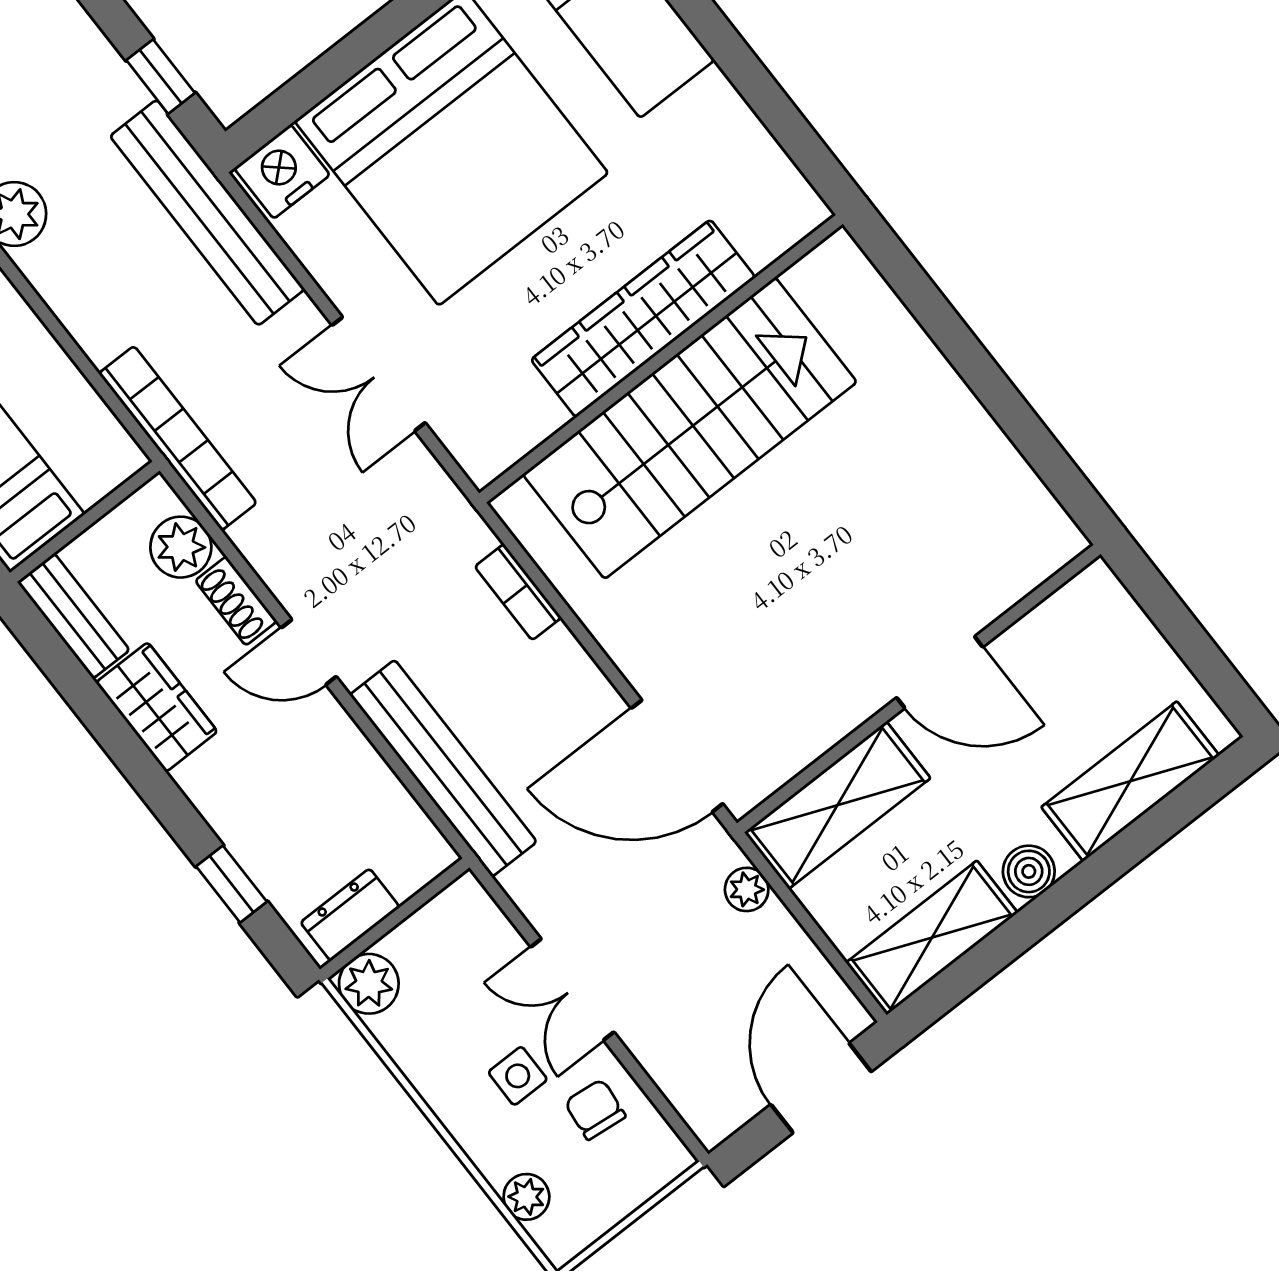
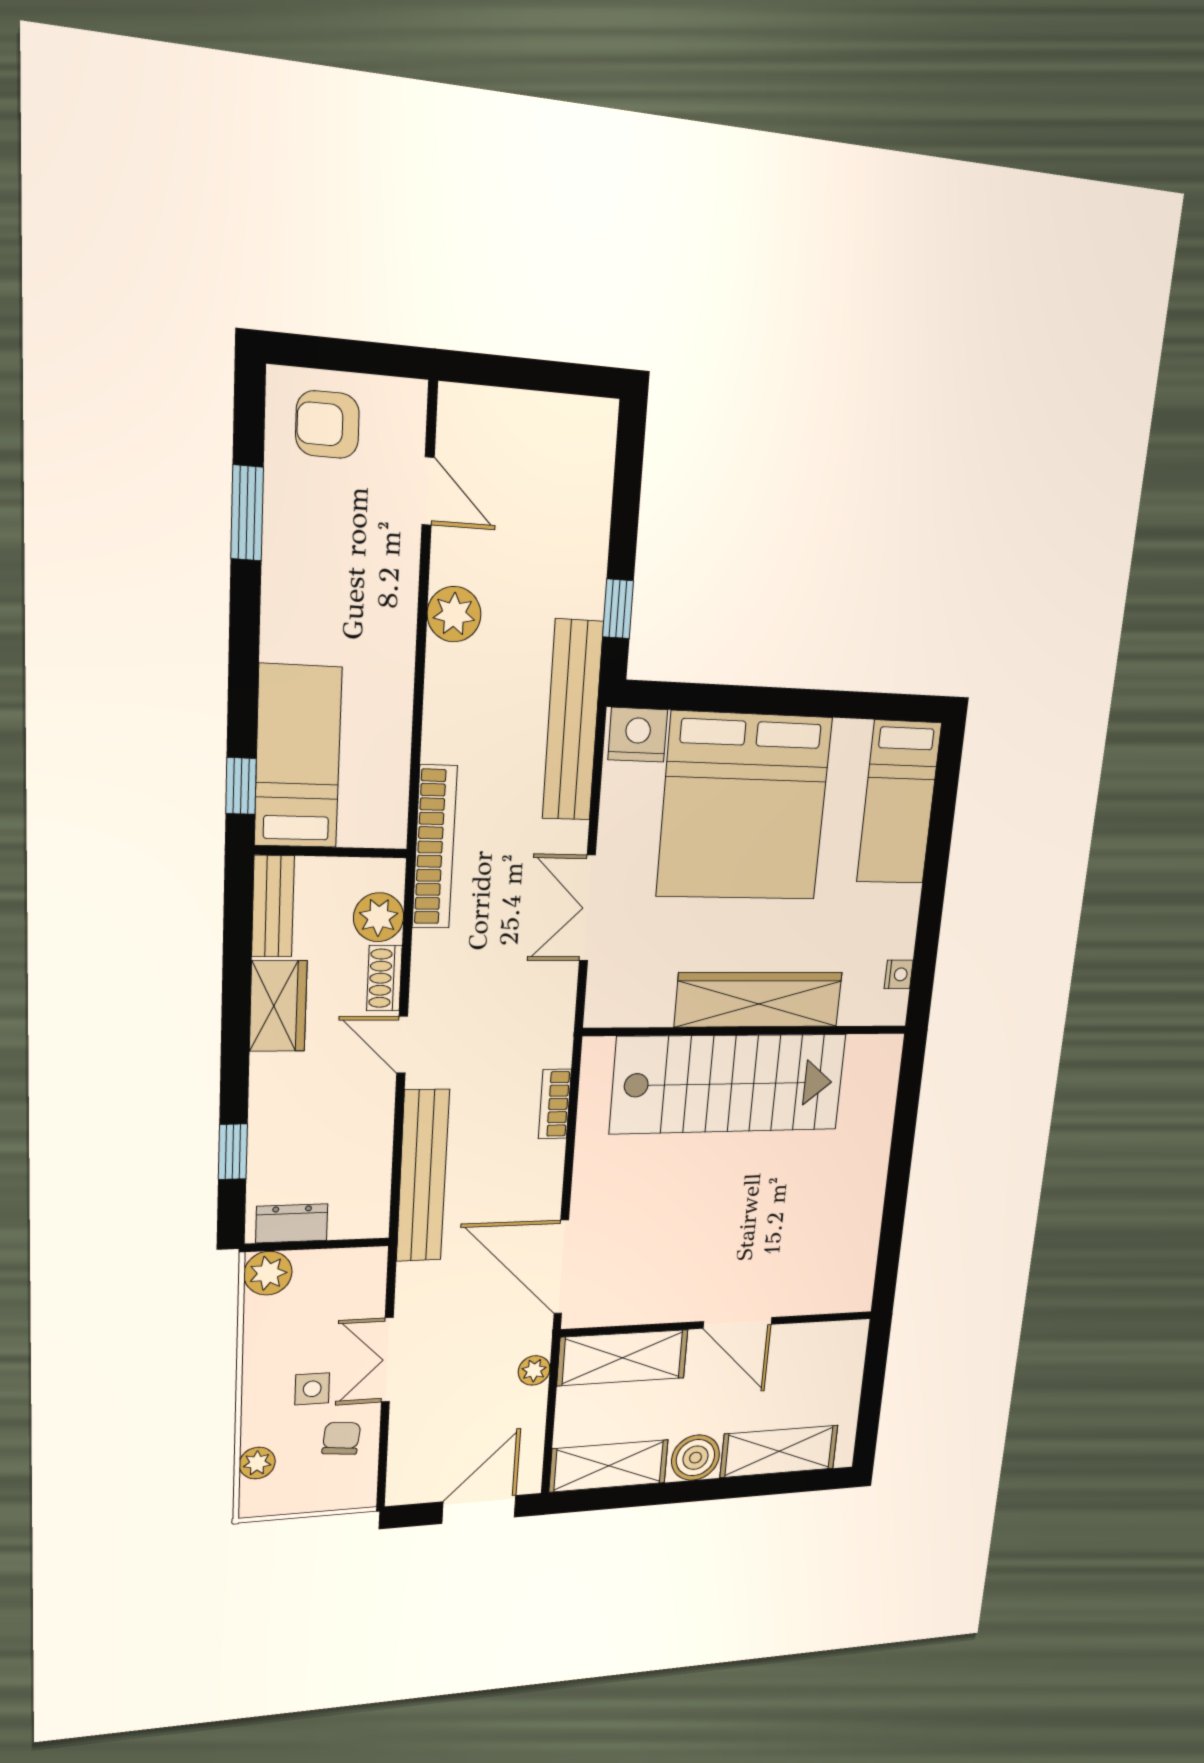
nightstand: (777, 170) -> (899, 974), added
boiler: (1029, 871) -> (695, 1458), width x1.36, depth x1.36

